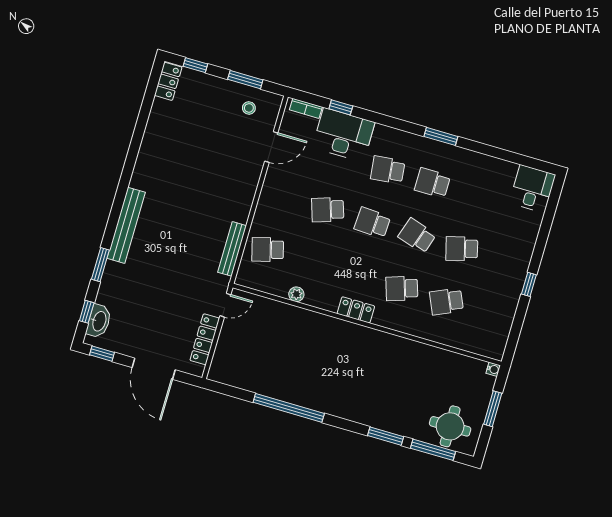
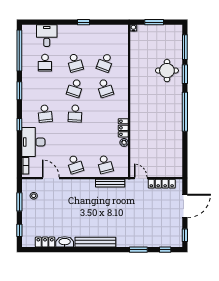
locker: (168, 81) -> (45, 242), moved
window: (341, 107) -> (19, 125), moved
window: (512, 157) -> (19, 50), added
school desk: (432, 183) -> (45, 63), moved
desk: (532, 189) -> (47, 36), moved, turned 90
school desk: (328, 210) -> (75, 164), moved
bench: (126, 225) -> (95, 242), moved
school desk: (446, 301) -> (105, 63), turned 45
locker: (356, 310) -> (123, 128), moved
washbasin: (99, 321) -> (65, 242), moved
window: (289, 408) -> (185, 112), moved
round table: (450, 426) -> (167, 71), moved

